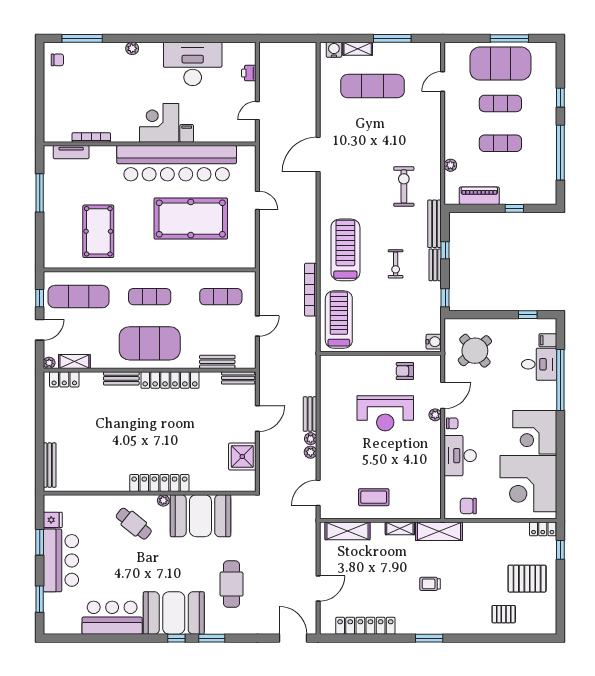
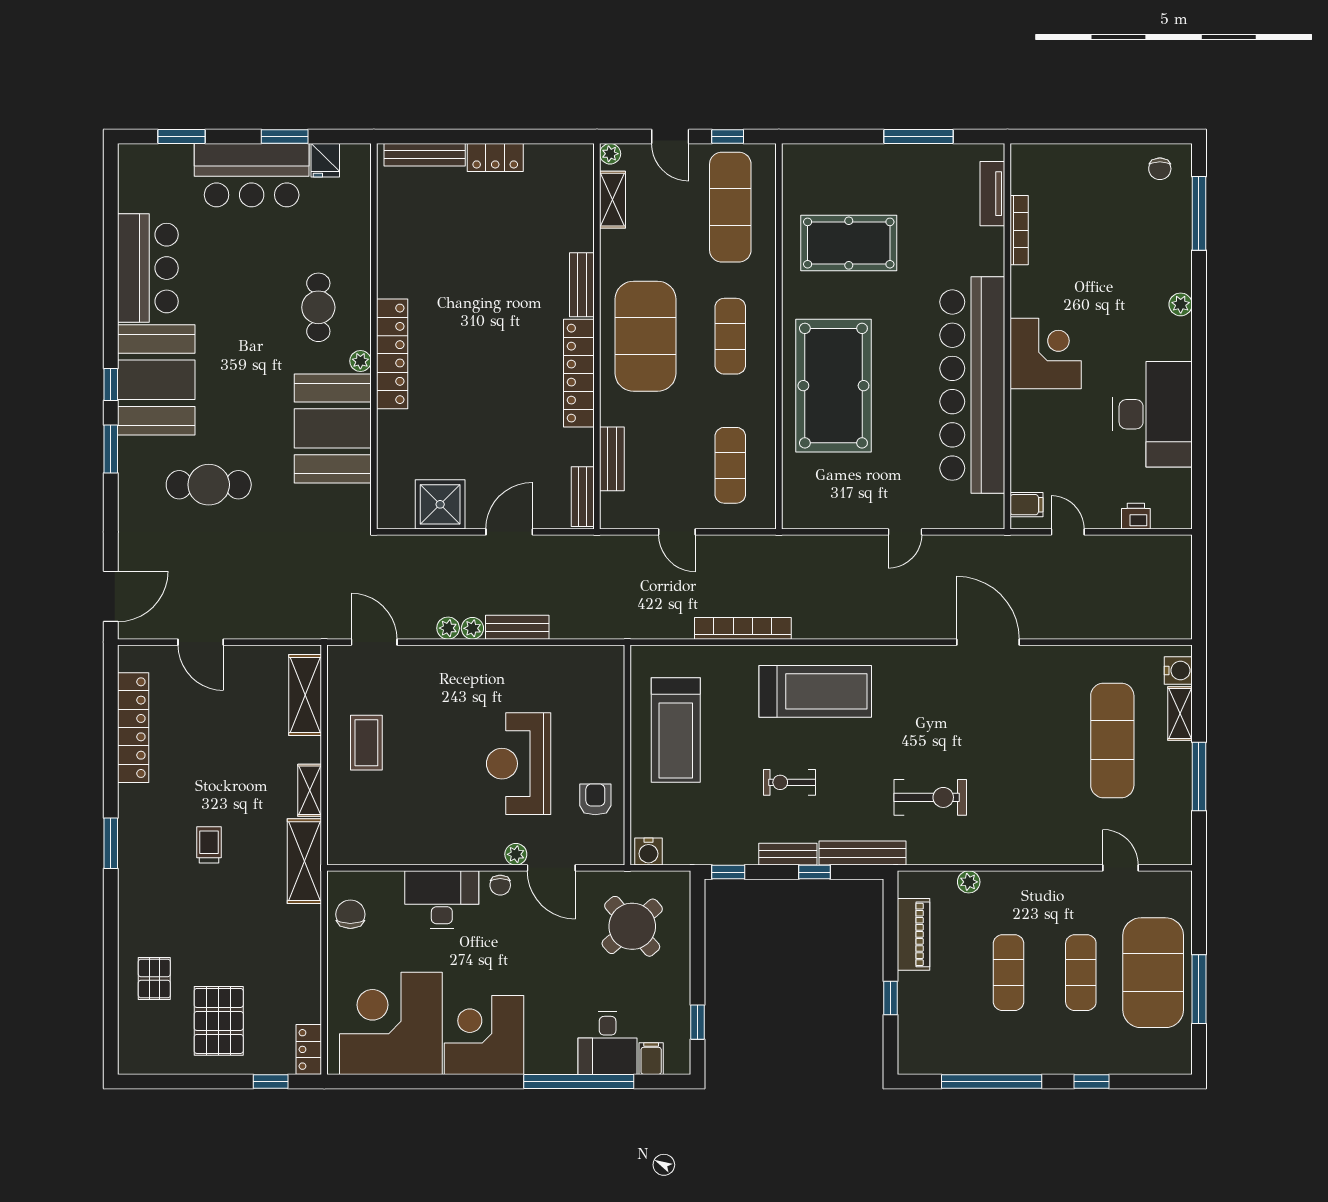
filing cabinet: (187, 133) -> (1027, 505), moved
pool table: (191, 219) -> (833, 386), moved
treadmill: (339, 320) -> (676, 730), moved, turned 90
locker: (64, 379) -> (495, 157), moved, turned -90
door: (257, 418) -> (509, 532), swing flipped
cafe table: (134, 524) -> (318, 307), turned -39

